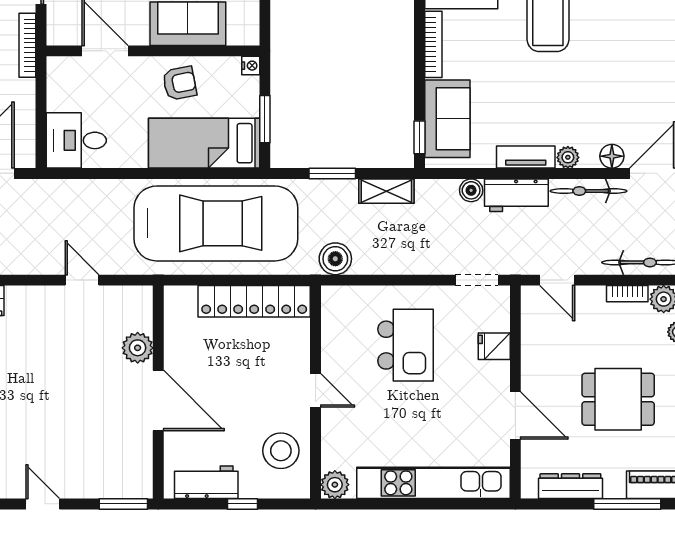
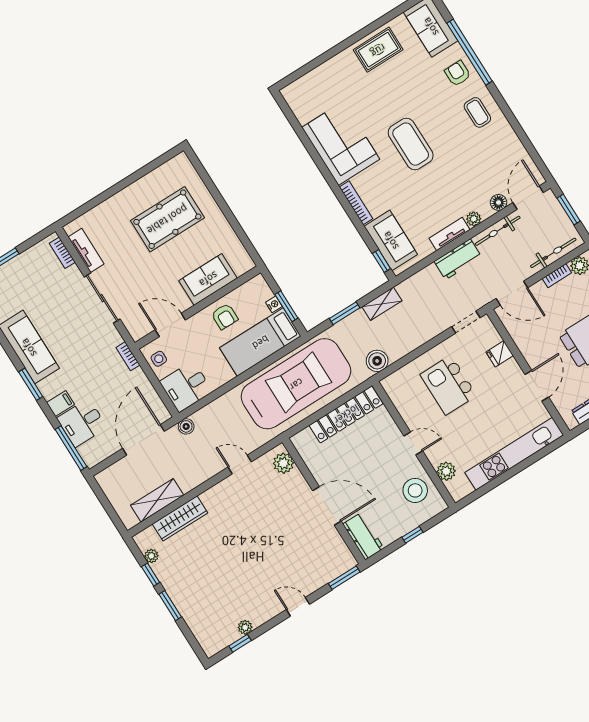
coffee table: (656, 27) -> (477, 112), added
bookcase: (27, 45) -> (128, 356), width x0.64
nightstand: (251, 66) -> (274, 304), moved
armchair: (180, 83) -> (225, 316), turned 101
side table: (64, 84) -> (159, 359), added
boiler: (471, 190) -> (186, 426), moved
door: (557, 280) -> (512, 293), width x1.38
kitchen island: (406, 345) -> (448, 385), turned 180
plant: (138, 348) -> (283, 463), moved
door: (515, 416) -> (537, 386), hinge flipped
workbench: (206, 482) -> (363, 536), moved, turned 90
plant: (335, 485) -> (446, 471), moved

